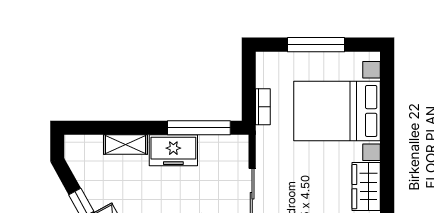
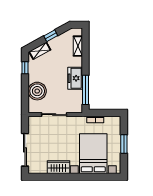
window: (316, 45) -> (124, 144), width x0.69
shelving: (126, 144) -> (78, 46), moved

